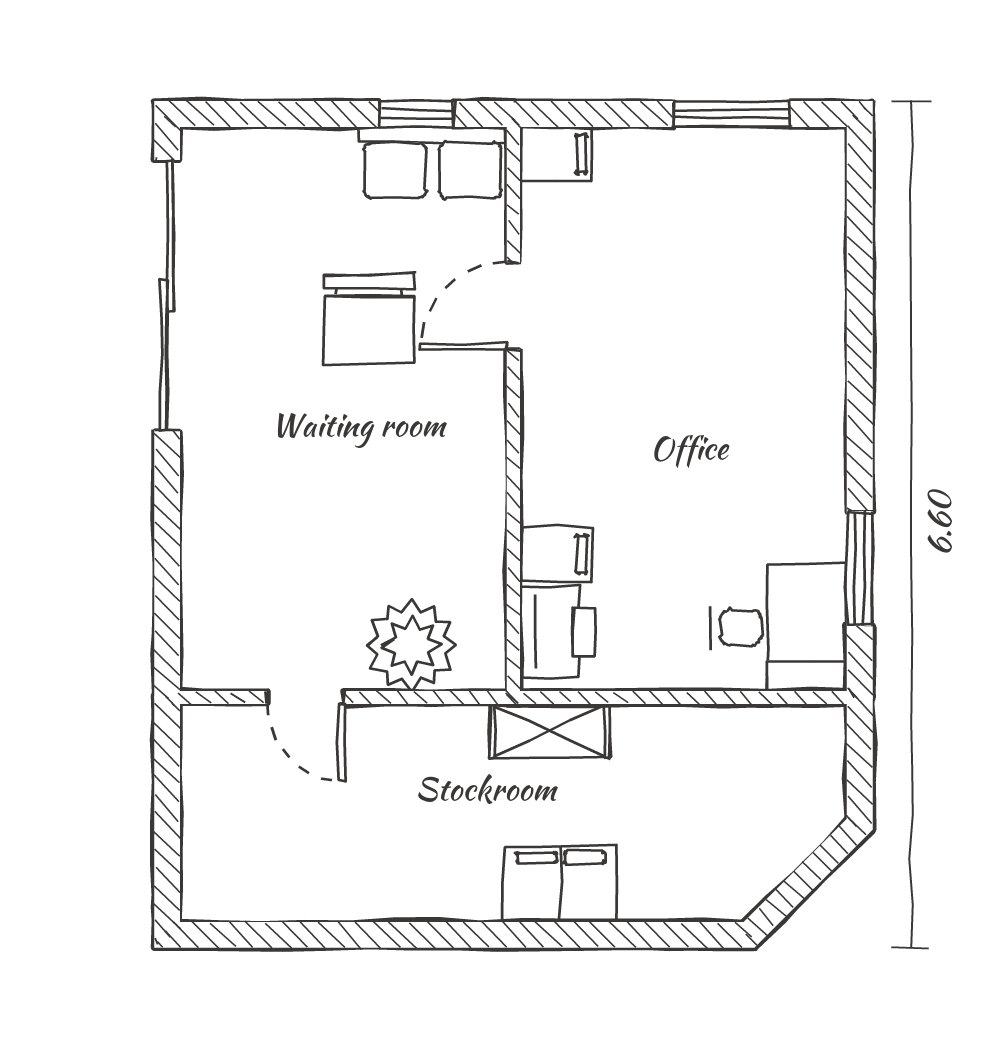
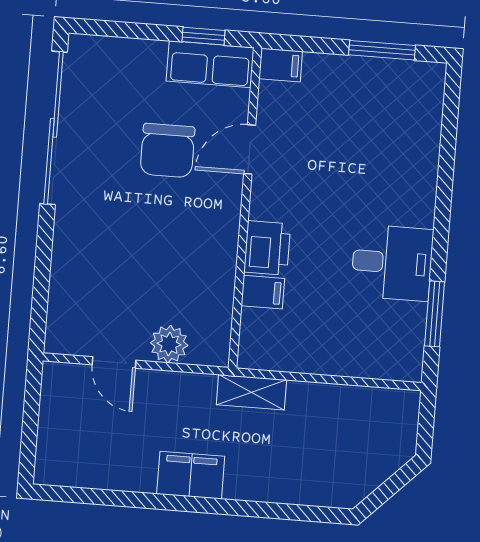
desk: (778, 627) -> (392, 263), moved
printer: (558, 632) -> (267, 248), moved
plant: (411, 646) -> (169, 344), width x0.73, depth x0.73
filing cabinet: (561, 884) -> (191, 475), moved

